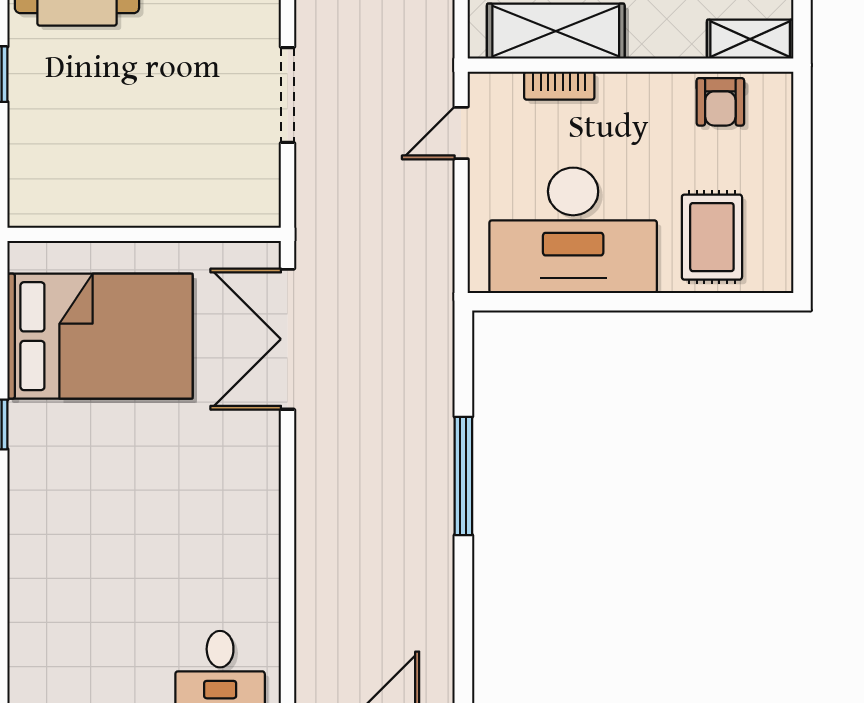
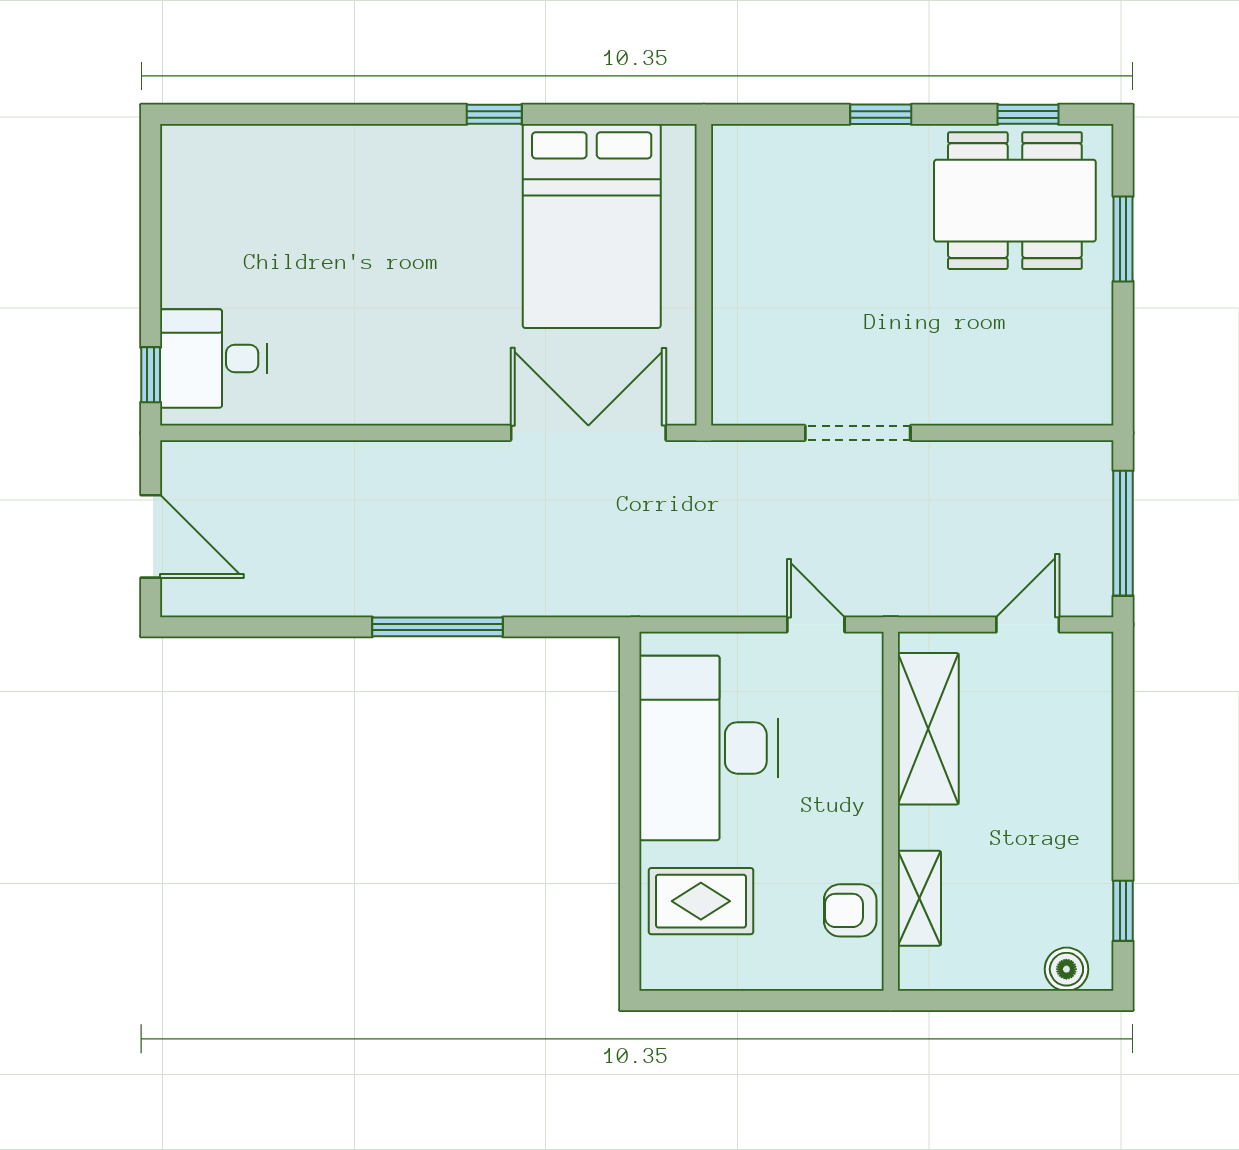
shelving: (750, 39) -> (919, 898), moved
bookcase: (559, 86) -> (868, 733), removed

